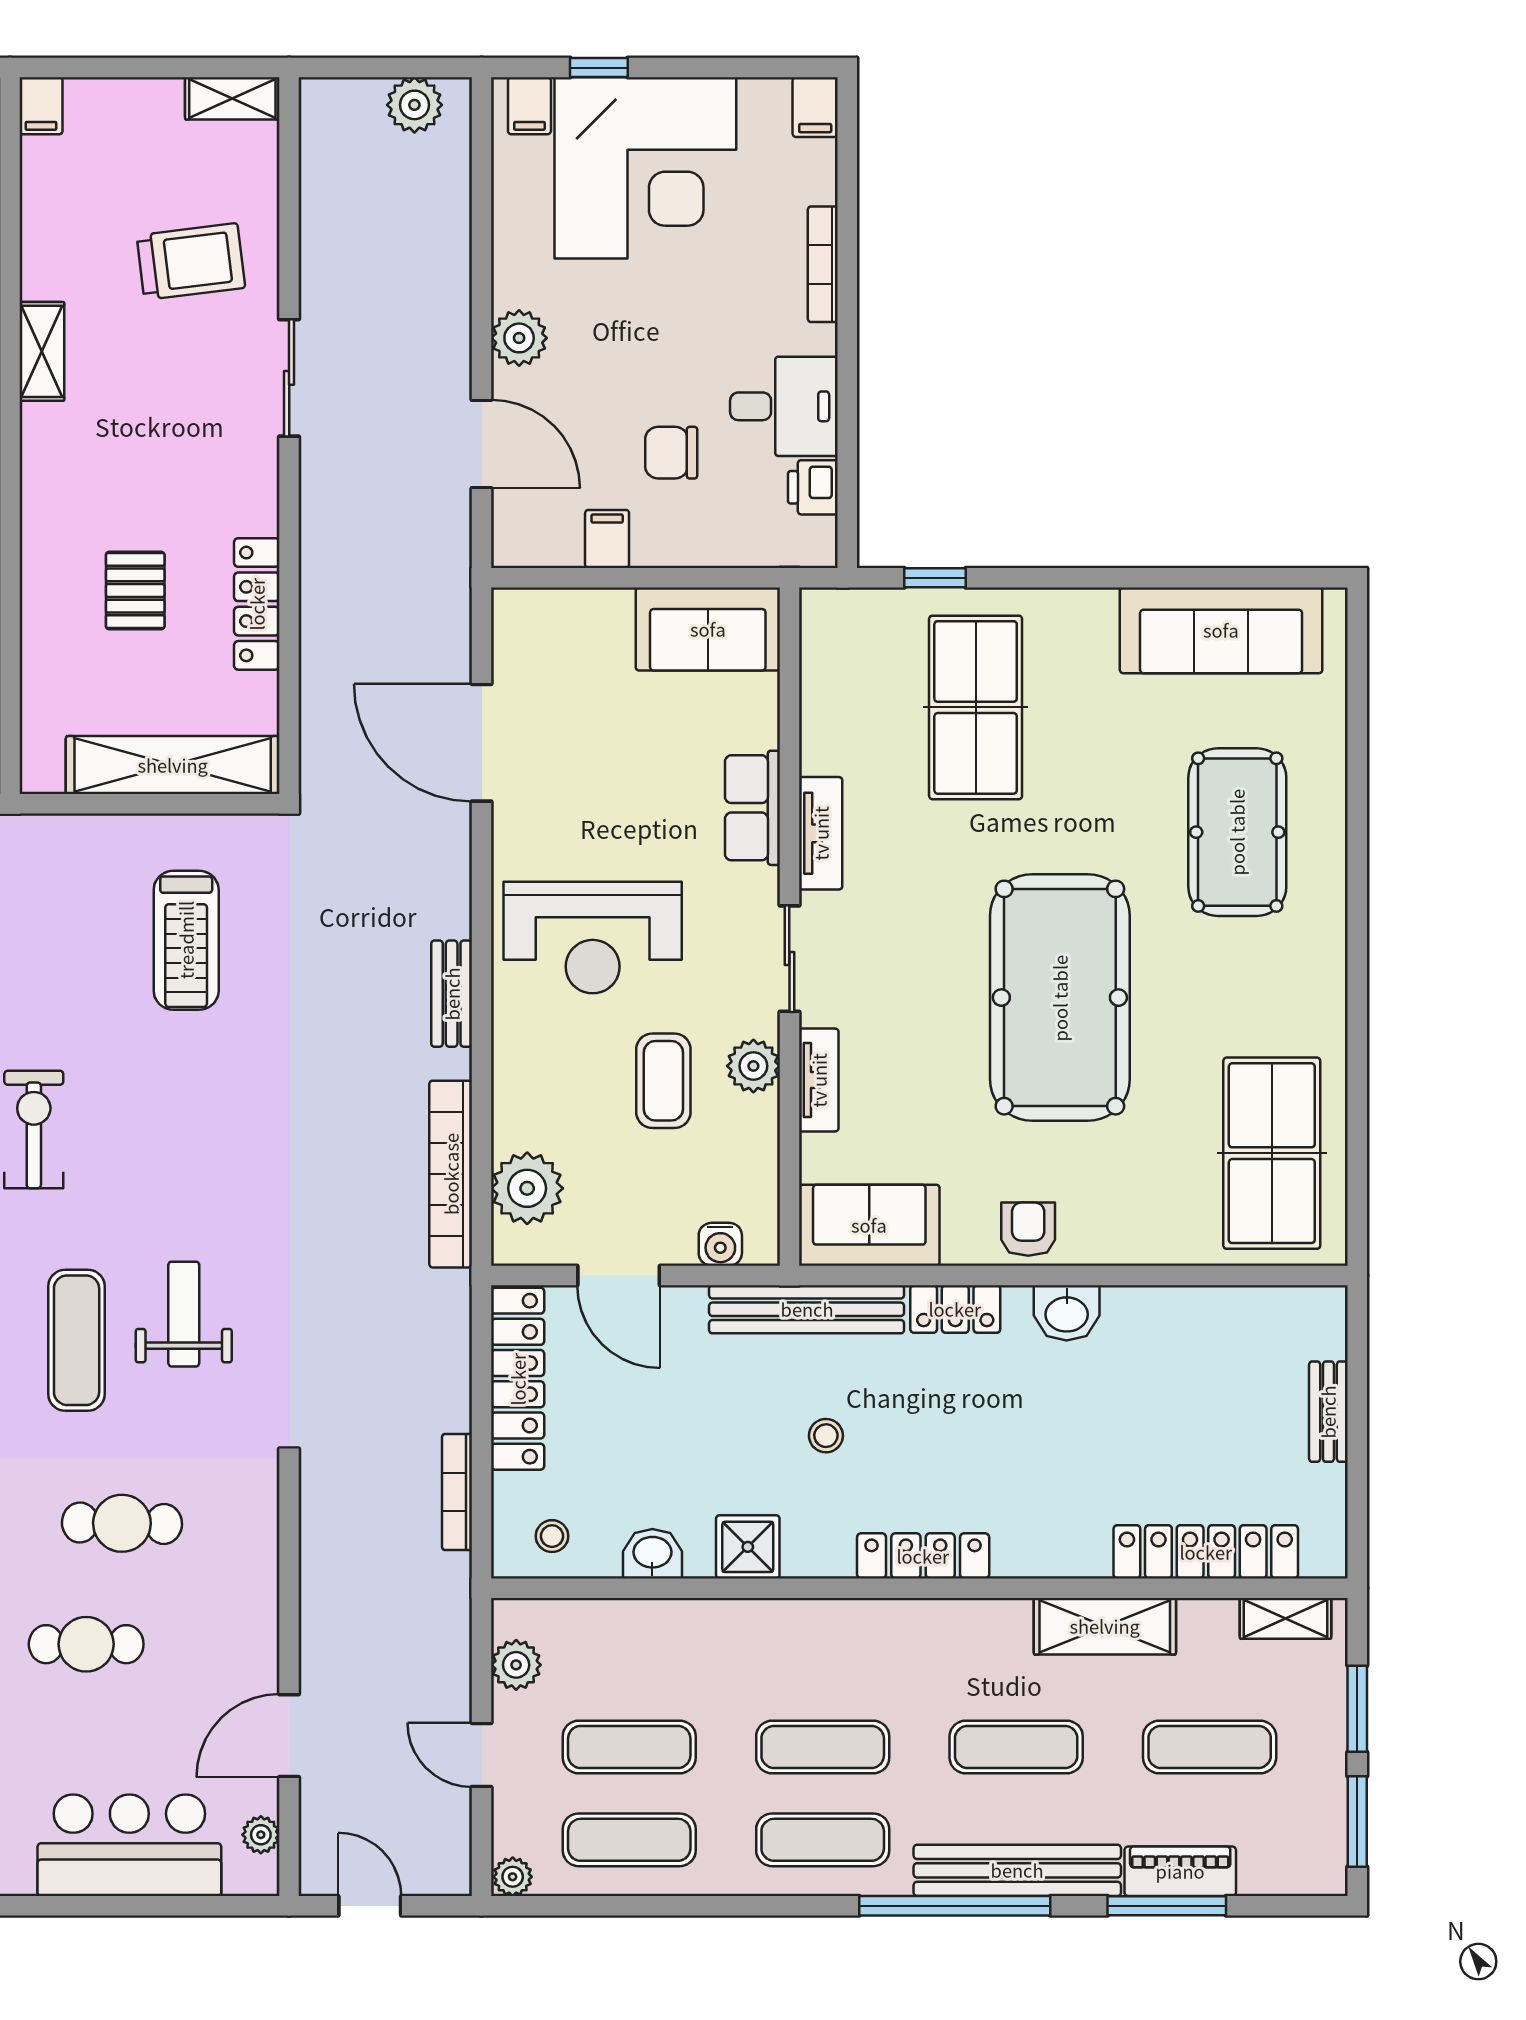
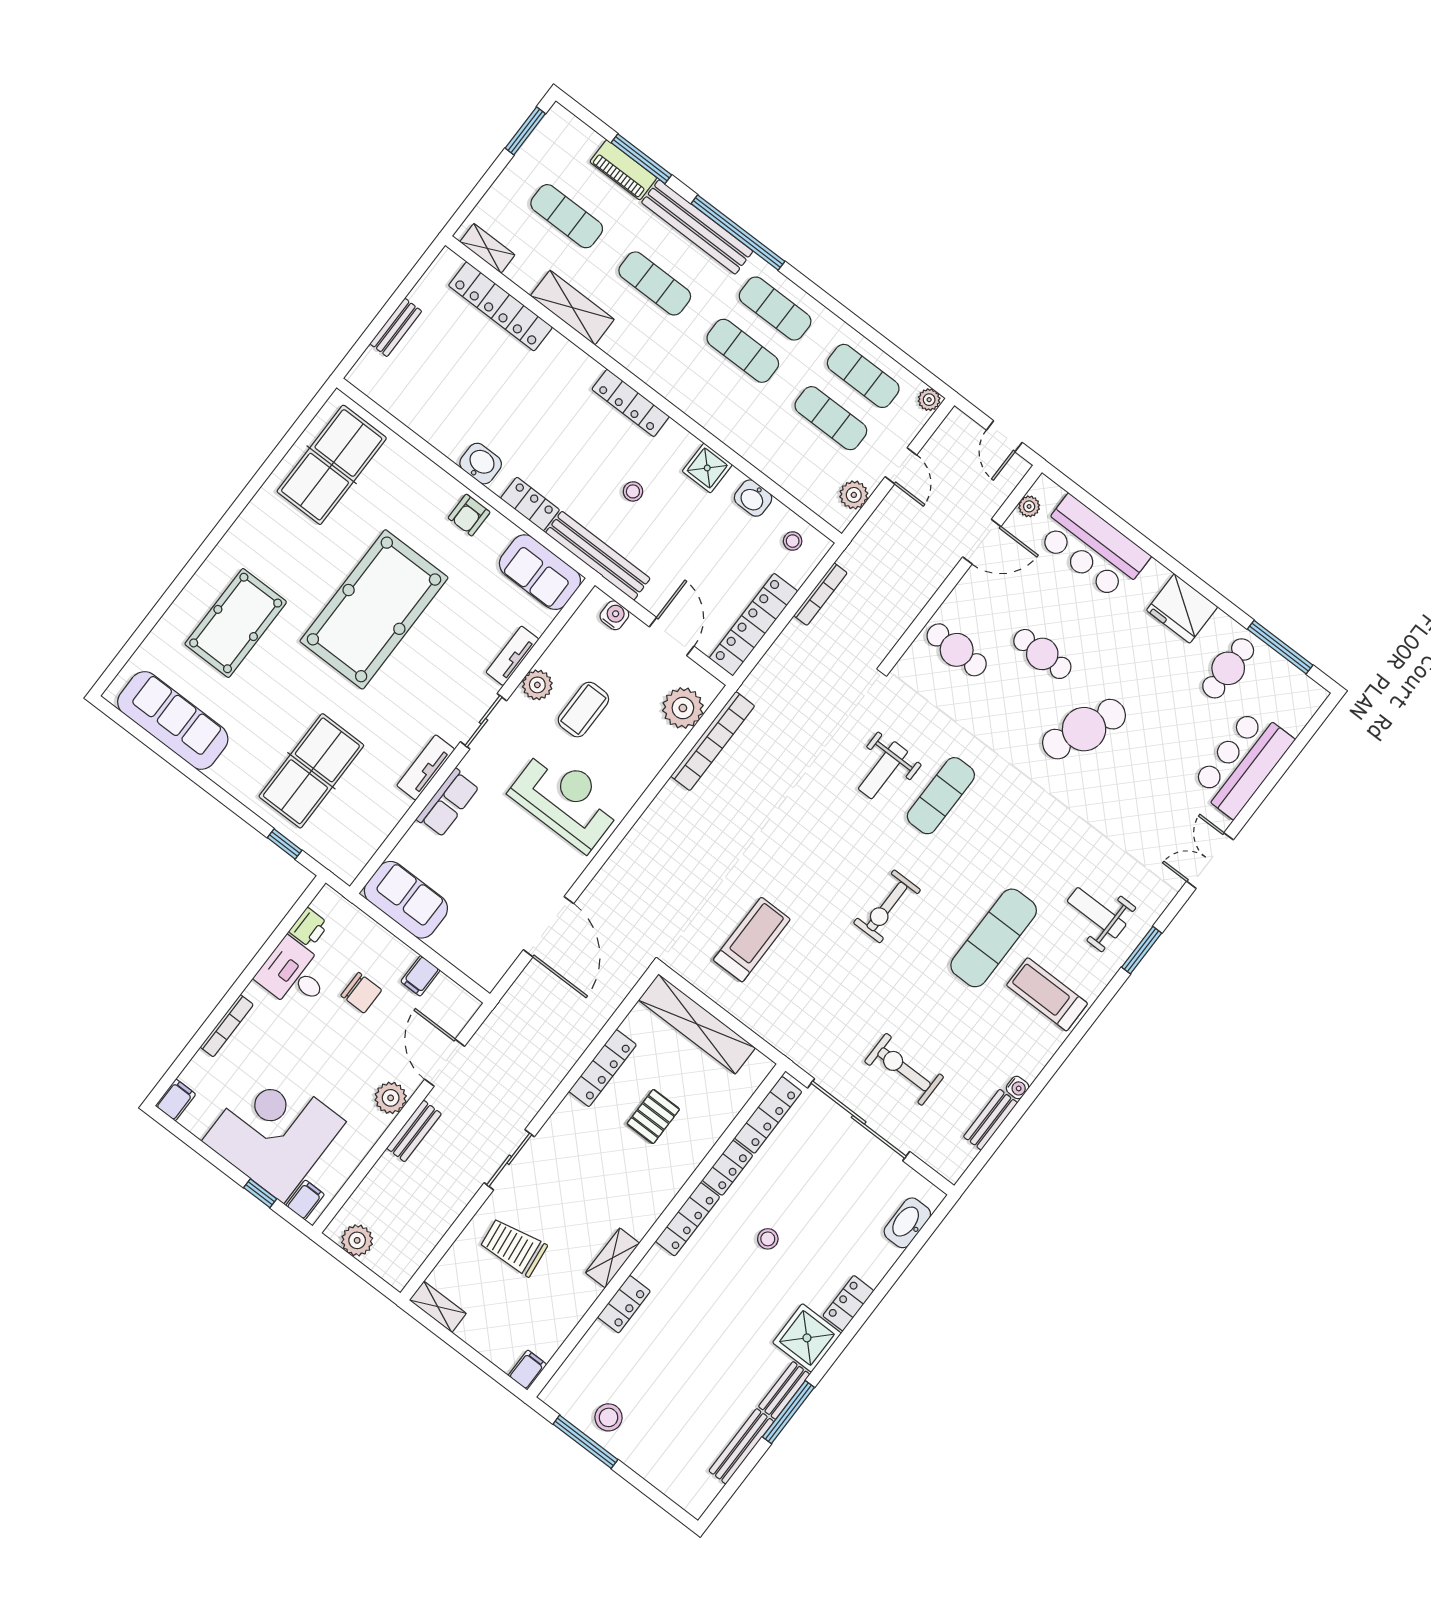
bench: (452, 994) -> (414, 1131), moved
cafe table: (122, 1523) -> (957, 650), moved
window: (1357, 1709) -> (486, 182), removed

